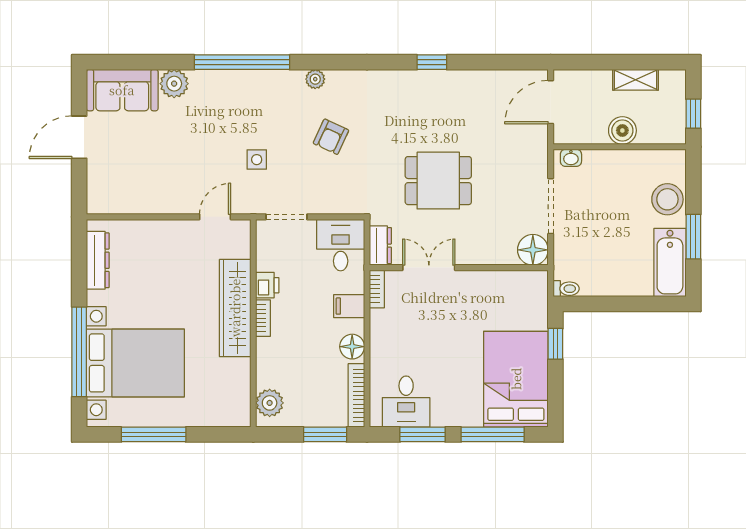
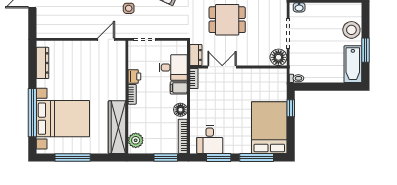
desk: (341, 245) -> (173, 68), moved, turned 90
wardrobe: (235, 308) -> (117, 127), moved

